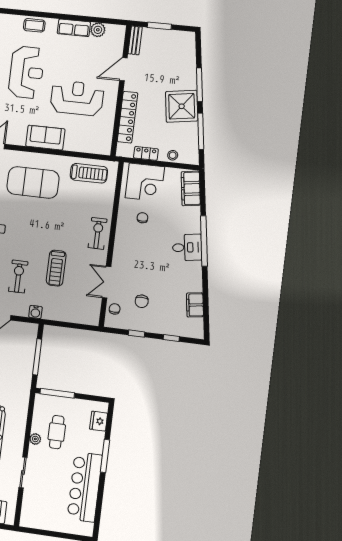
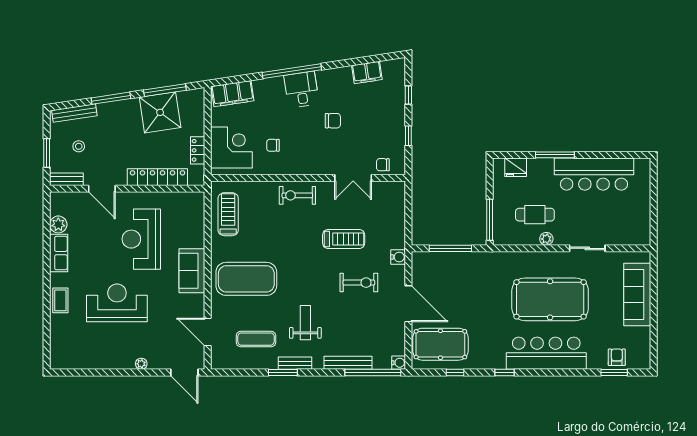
bench: (190, 53) -> (74, 113), added
shower: (182, 106) -> (160, 112), moved
stool: (173, 155) -> (79, 146), moved
exercise mat: (33, 182) -> (246, 279), turned 90
exercise bike: (18, 276) -> (359, 283), turned 180
chair: (142, 301) -> (333, 121), moved

